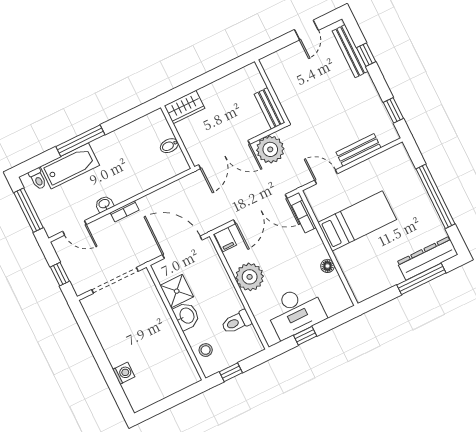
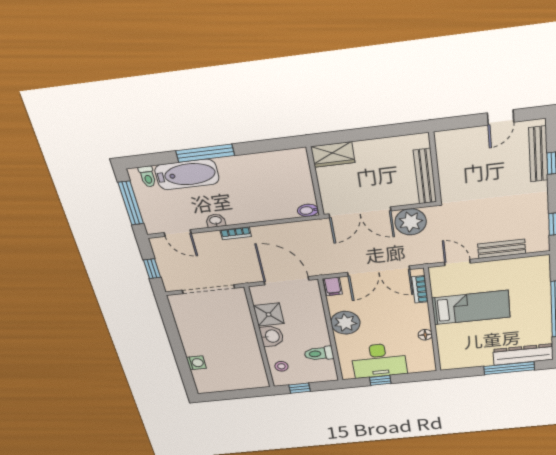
bench: (270, 108) -> (425, 176), width x1.36
bidet: (169, 146) -> (308, 210), moved

